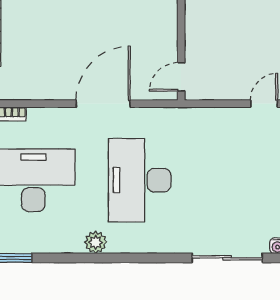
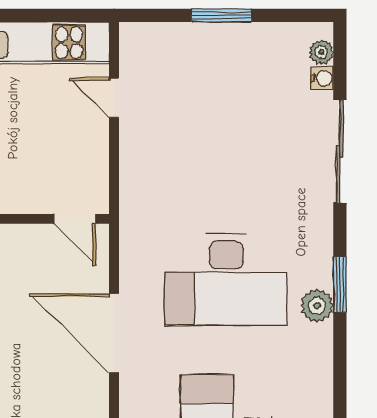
plant: (96, 242) -> (317, 306), moved
window: (136, 258) -> (340, 285), added

